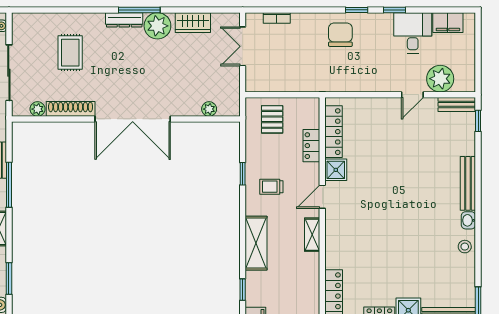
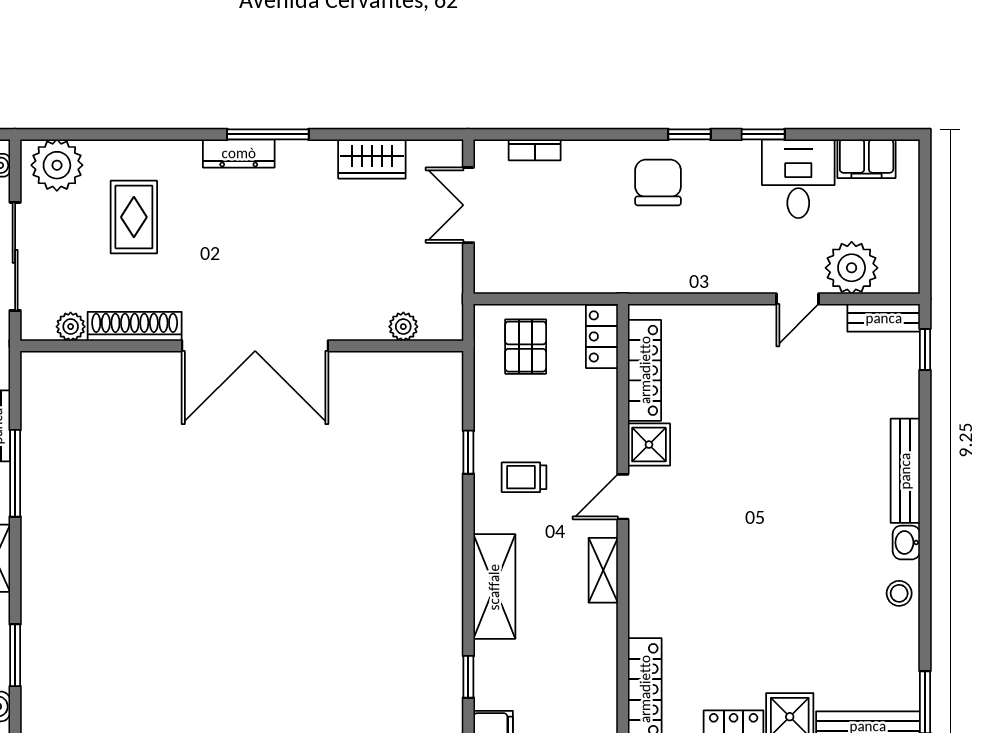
plant: (157, 26) -> (57, 165), moved
locker: (311, 146) -> (602, 336), moved

